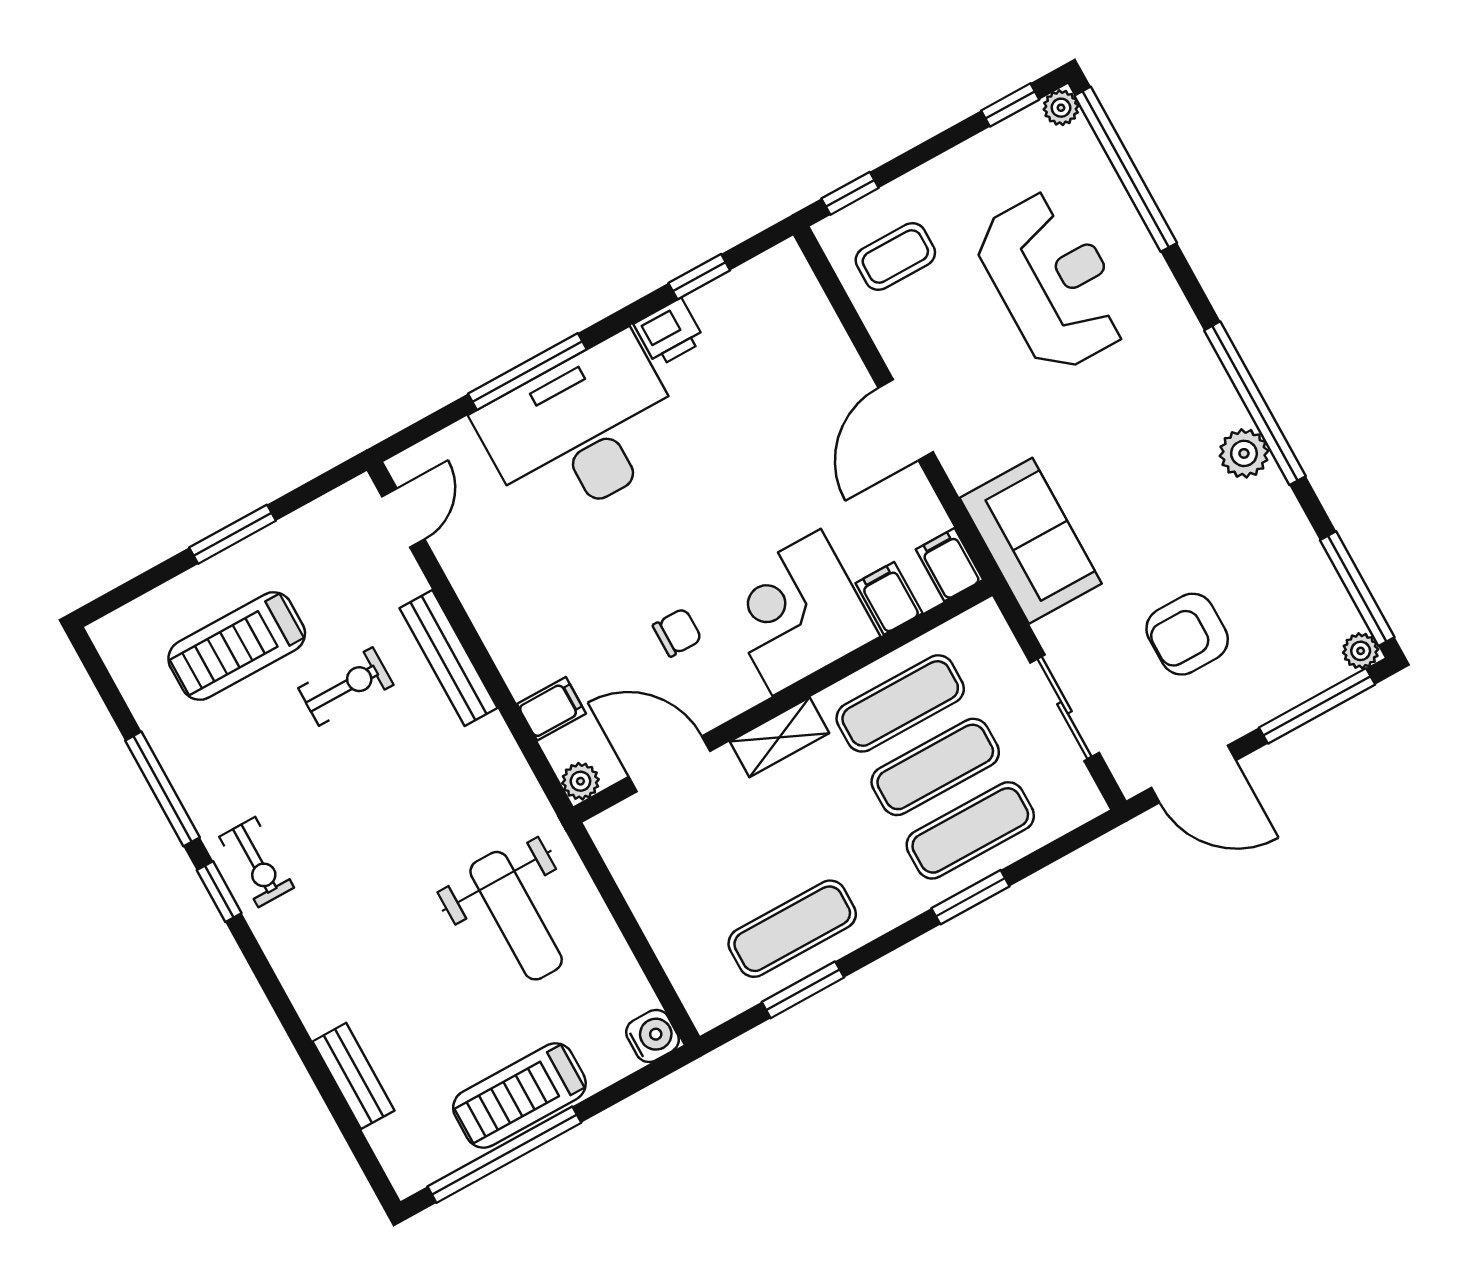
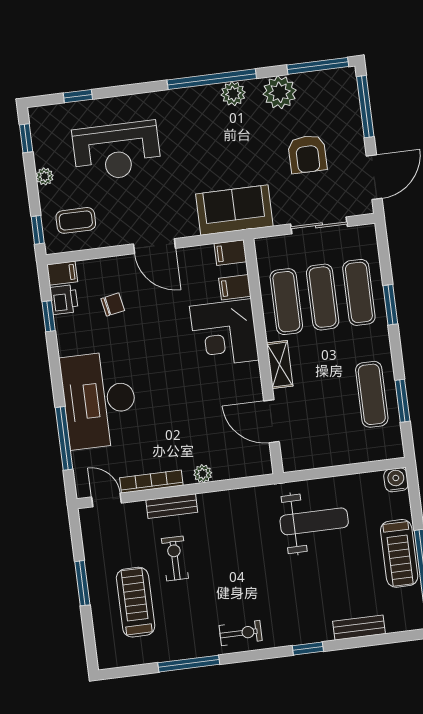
plant: (1061, 108) -> (45, 176), moved
window: (1126, 169) -> (78, 96), width x0.32
coffee table: (895, 256) -> (76, 220), turned 90
reception desk: (1053, 281) -> (117, 151), turned 180
printer: (669, 332) -> (64, 300), moved
window: (527, 372) -> (64, 438), moved
bookcase: (470, 587) -> (151, 482), added
chair: (677, 632) -> (113, 305), moved, turned 79
treadmill: (237, 646) -> (136, 602), turned 180
plant: (1361, 651) -> (280, 92), moved, width x1.88, depth x1.88
bench: (449, 658) -> (172, 506), width x0.73
filing cabinet: (551, 709) -> (62, 273), moved, turned 90
door: (669, 764) -> (272, 421), hinge flipped
plant: (580, 781) -> (203, 474), moved
window: (219, 892) -> (308, 649), moved

